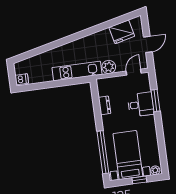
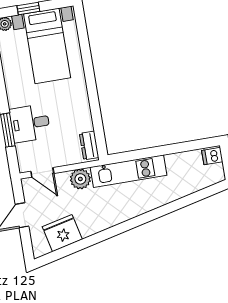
door: (134, 72) -> (42, 172), hinge flipped
dresser: (105, 105) -> (89, 146), moved
window: (103, 152) -> (85, 49), removed

